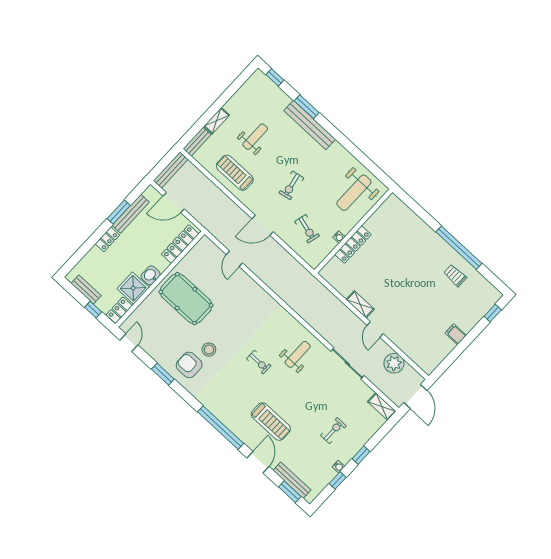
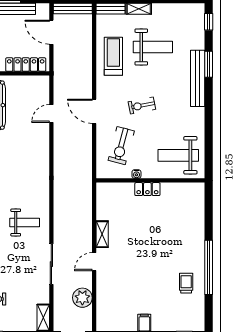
weight bench: (255, 137) -> (153, 47), width x1.36, depth x1.33
exercise bike: (307, 229) -> (121, 146), width x1.38, depth x1.39
locker: (353, 244) -> (147, 189), width x0.66

